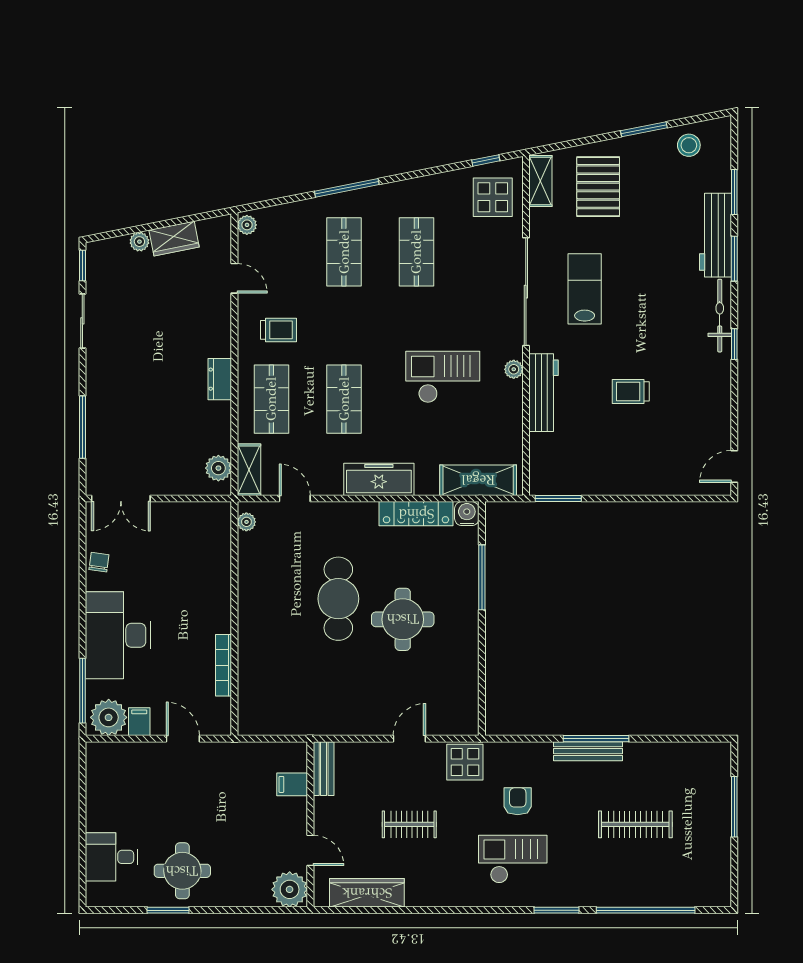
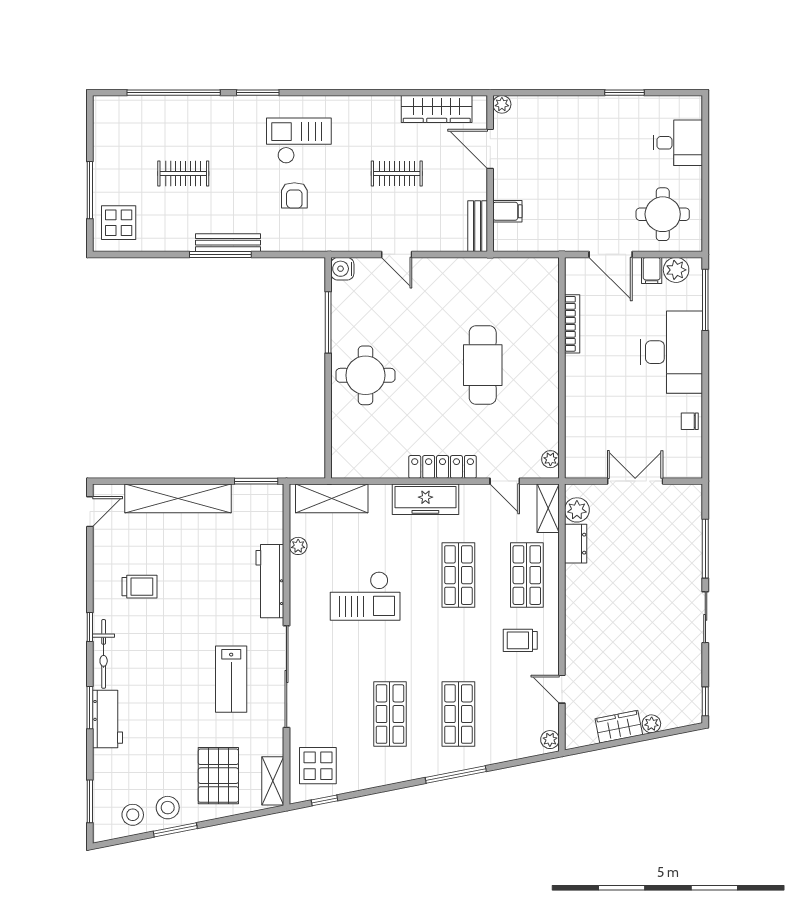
stool: (652, 153) -> (168, 808), added
window: (734, 192) -> (90, 801), moved
workbench: (715, 235) -> (108, 719), width x0.73
sliding door: (82, 321) -> (705, 617), moved
plant: (514, 369) -> (298, 546), moved
dresser: (220, 379) -> (576, 544), moved
trolley: (631, 391) -> (139, 587), moved
shelving: (641, 480) -> (178, 498), added
double door: (121, 499) -> (635, 481), moved
locker: (416, 514) -> (443, 467), moved
water cooler: (467, 514) -> (342, 269), moved, turned 90
chair: (99, 562) -> (690, 421), turned 82
window: (482, 577) -> (328, 322), moved
cafe table: (338, 599) -> (483, 365), moved
round table: (403, 619) -> (365, 375), moved
plant: (109, 717) -> (676, 270), width x0.73, depth x0.73
door: (183, 739) -> (611, 254), width x1.37
door: (409, 739) -> (397, 254), hinge flipped
display table: (465, 762) -> (119, 223), moved
clothes rail: (635, 824) -> (183, 174), width x0.73
door: (310, 850) -> (490, 149), width x1.38
checkout: (513, 859) -> (299, 141), turned 180
round table: (182, 871) -> (663, 214), moved
plant: (290, 889) -> (502, 104), width x0.53, depth x0.53

